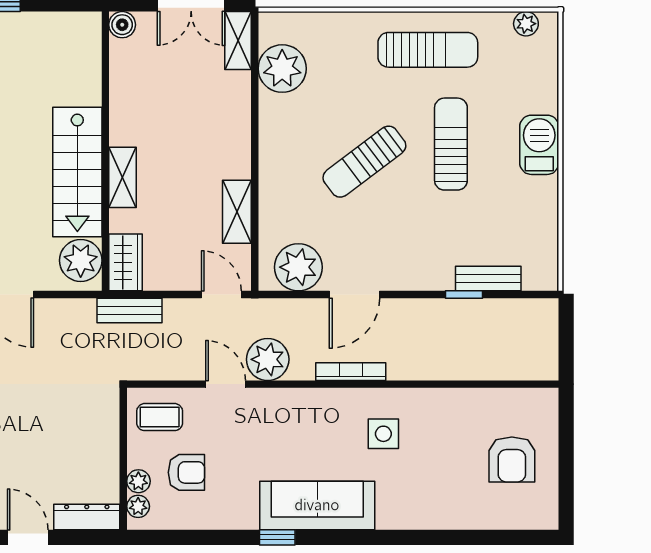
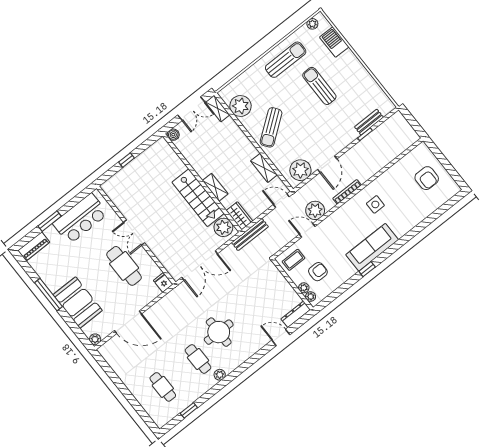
barbecue: (539, 145) -> (334, 42), moved
sun lounger: (364, 162) -> (271, 127), moved
bench: (129, 310) -> (250, 235), width x1.36

